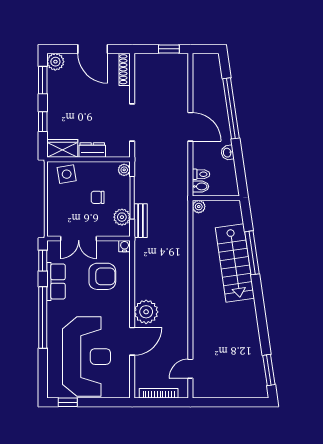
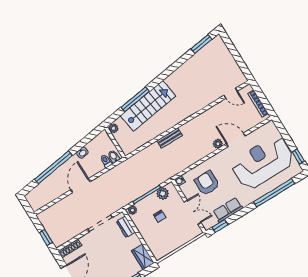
window: (169, 49) -> (46, 238), moved
dresser: (92, 150) -> (126, 227), moved
side table: (67, 174) -> (157, 244), removed
plant: (199, 207) -> (114, 128), moved
bench: (141, 221) -> (170, 138), moved
plant: (146, 312) -> (218, 144), width x0.53, depth x0.53
window: (43, 317) -> (274, 193), moved

